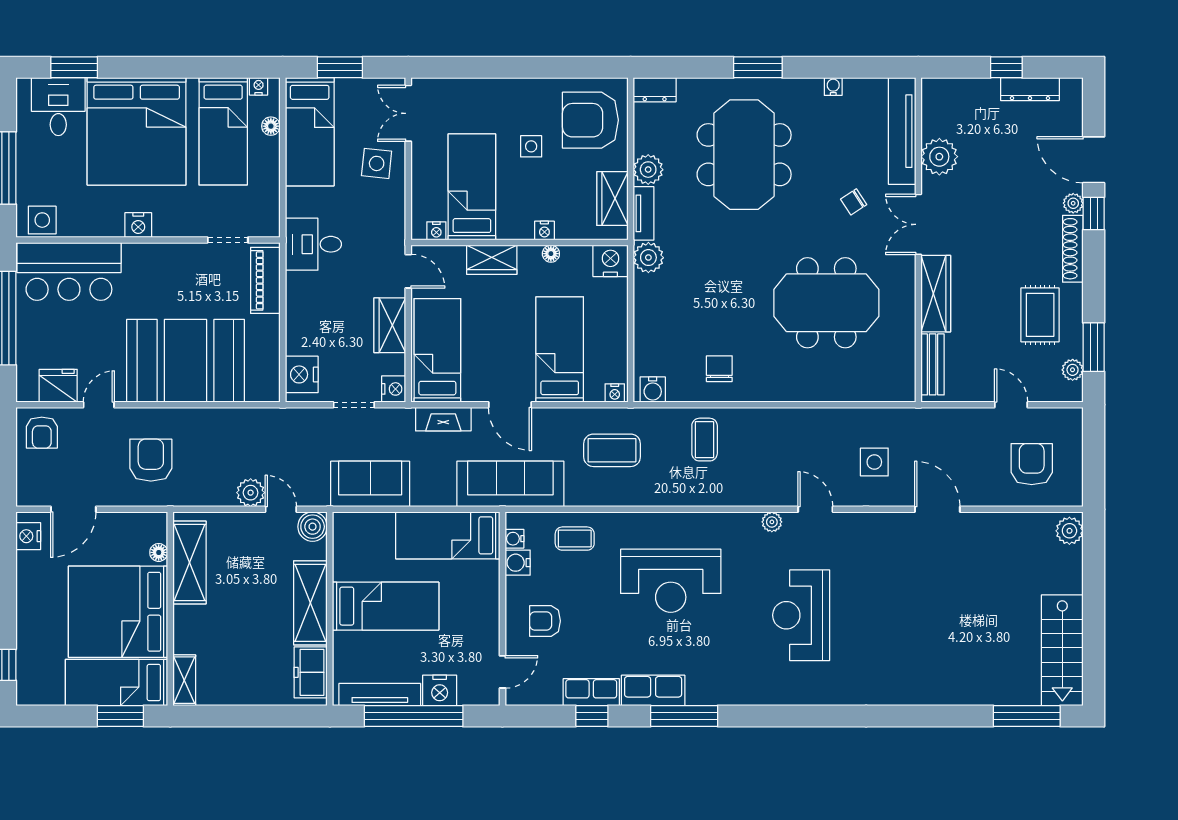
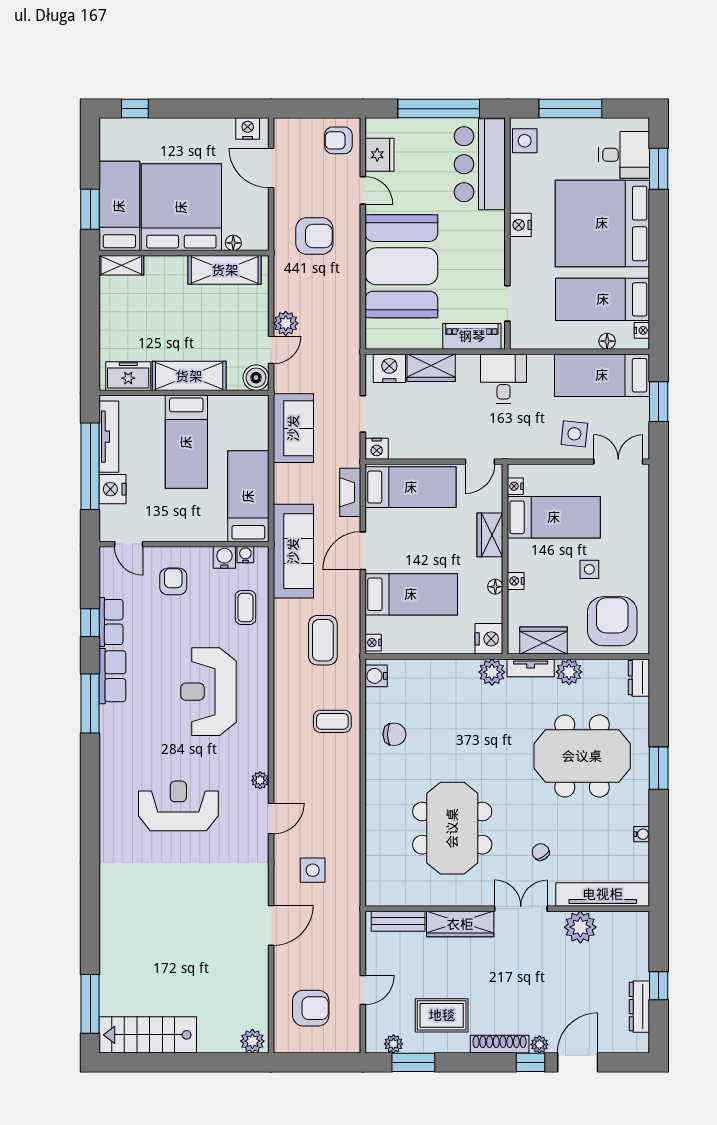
wardrobe: (390, 325) -> (431, 368), moved, turned 180

